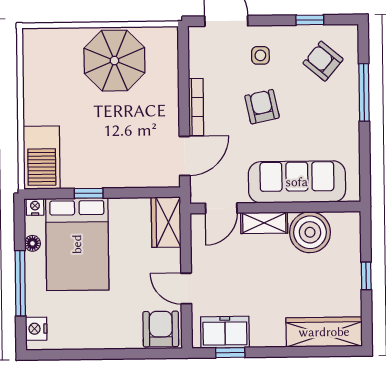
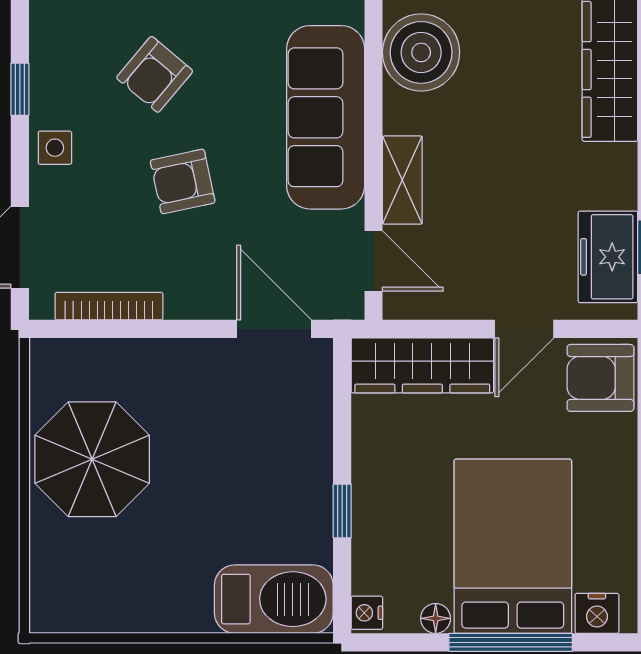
side table: (260, 55) -> (55, 148), moved
armchair: (323, 61) -> (155, 74), moved
bookcase: (196, 107) -> (109, 306), moved
wardrobe: (166, 222) -> (422, 365), width x1.50
boiler: (310, 232) -> (421, 52), moved
bed: (77, 244) -> (513, 546), moved, turned -90

